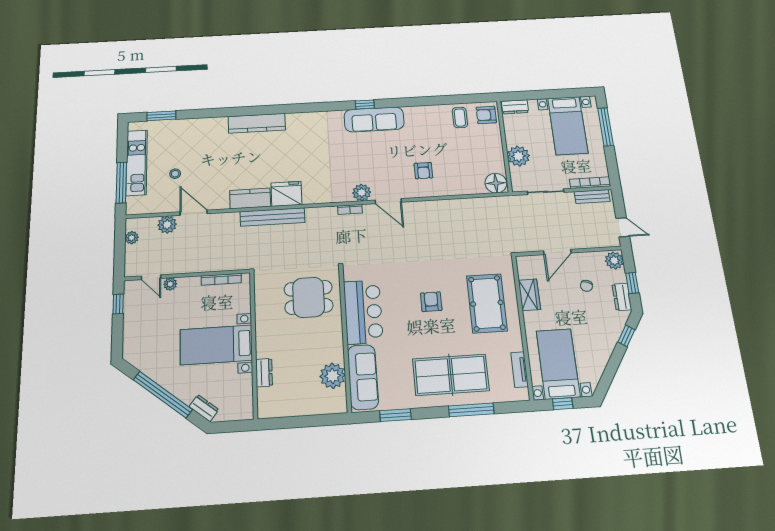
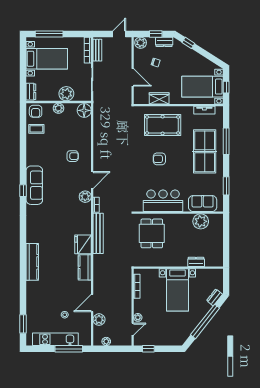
plant: (495, 146) -> (58, 108), added
bench: (273, 217) -> (98, 233), moved
sofa: (363, 377) -> (203, 204), width x0.73

